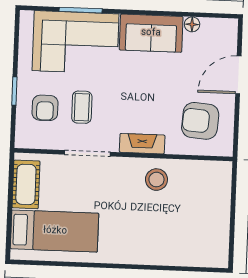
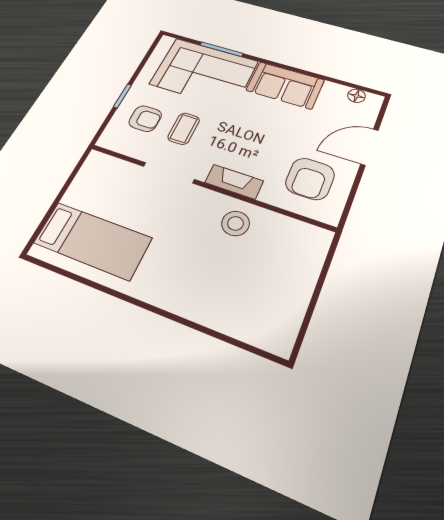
floor lamp: (192, 24) -> (357, 96), moved
armchair: (45, 108) -> (145, 119), turned -90
armchair: (200, 121) -> (310, 179), turned -94
cot: (26, 184) -> (87, 183), removed

